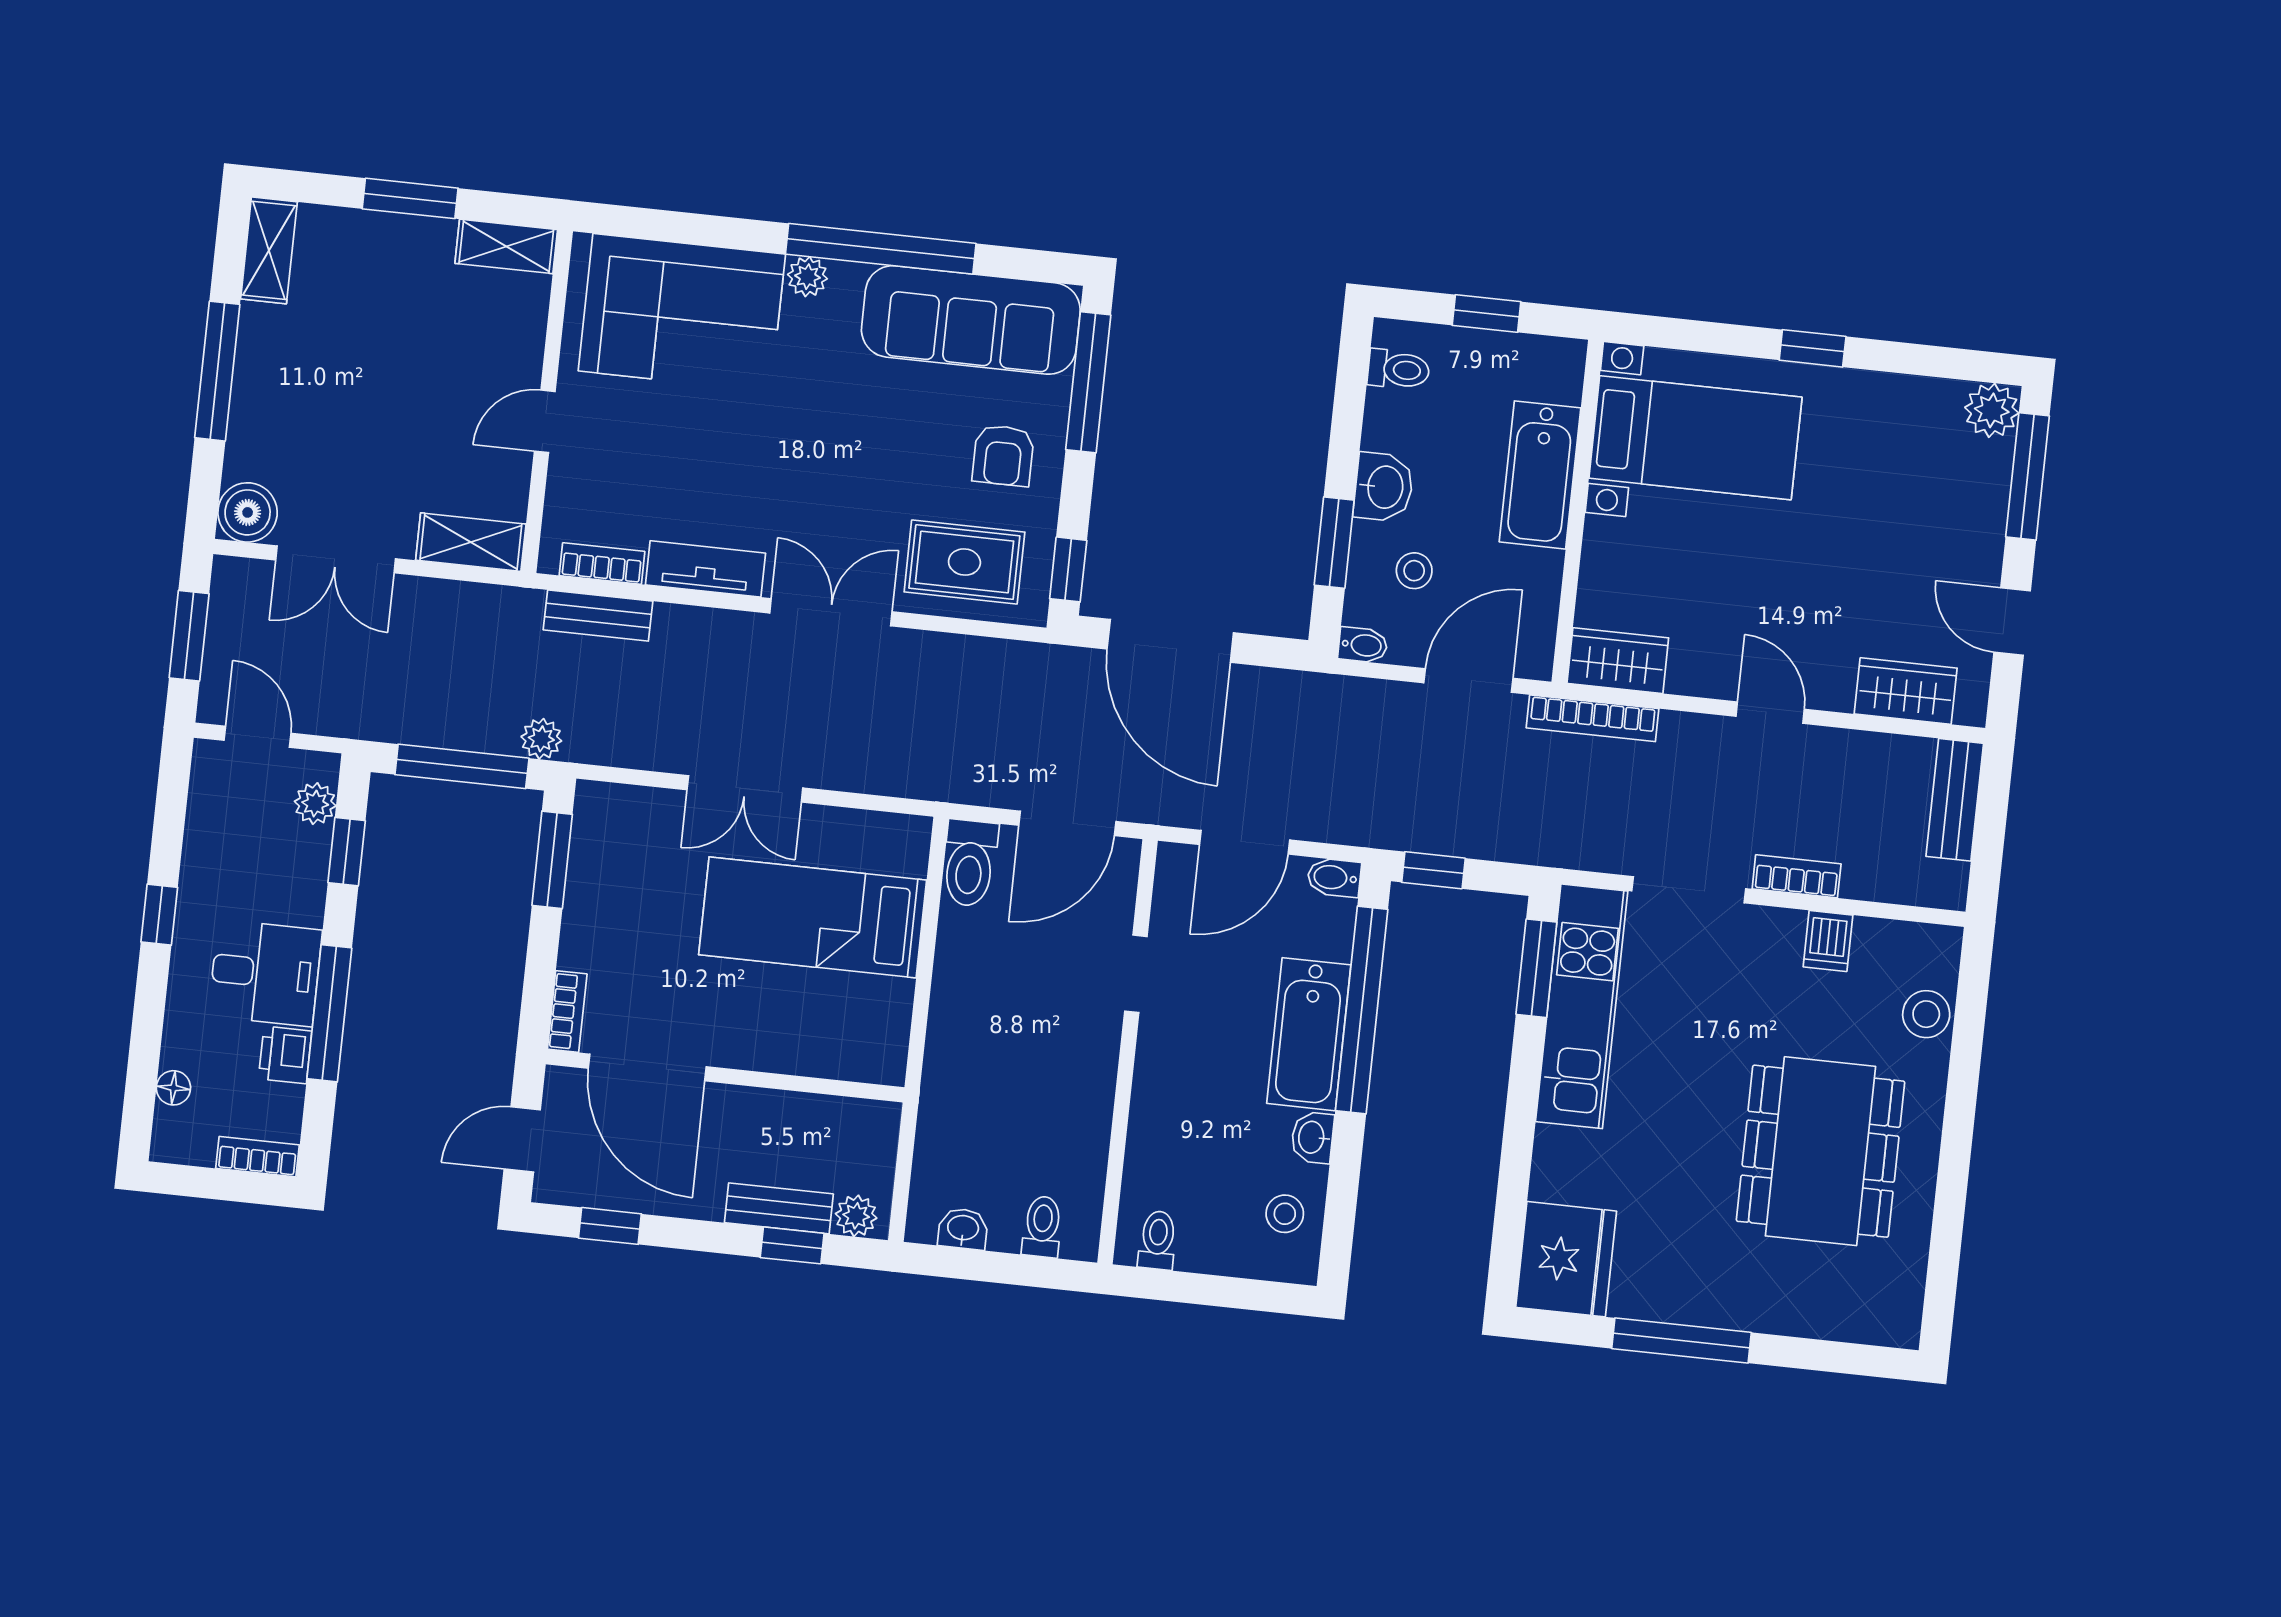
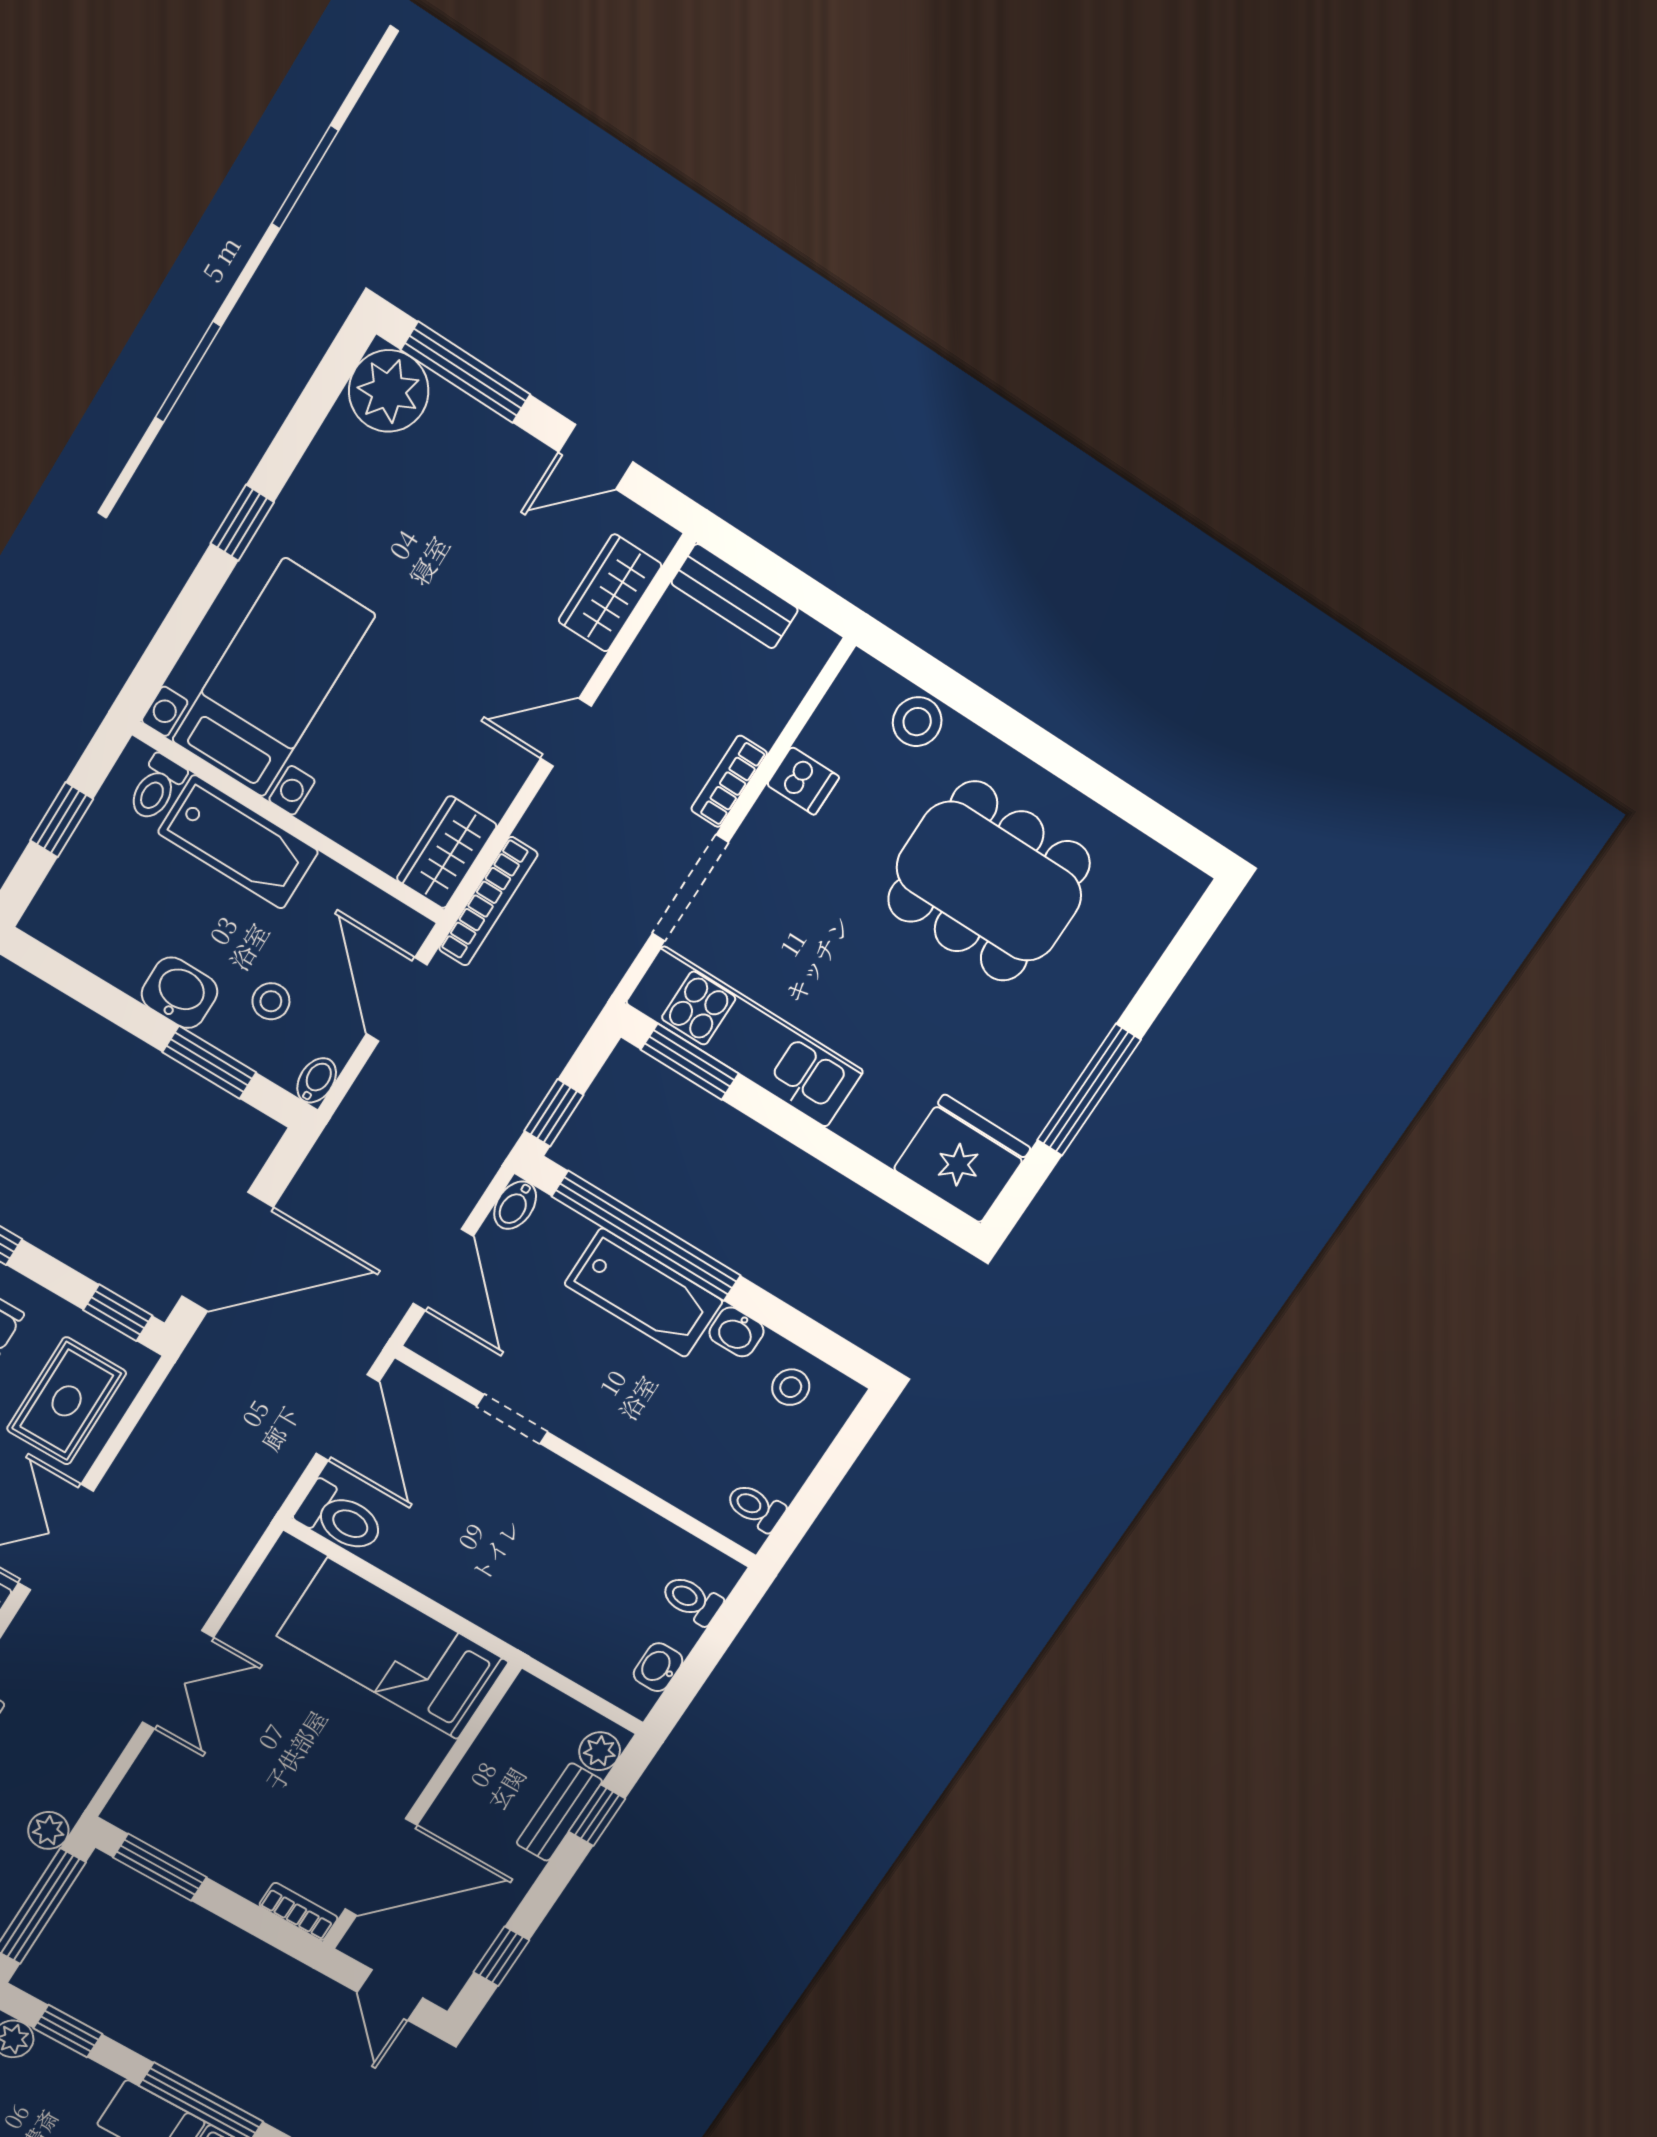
toilet: (1399, 369) -> (157, 788), moved, turned 180
plant: (1992, 410) -> (389, 391), width x1.36, depth x1.36
bed: (813, 917) -> (393, 1649), moved, turned 90

